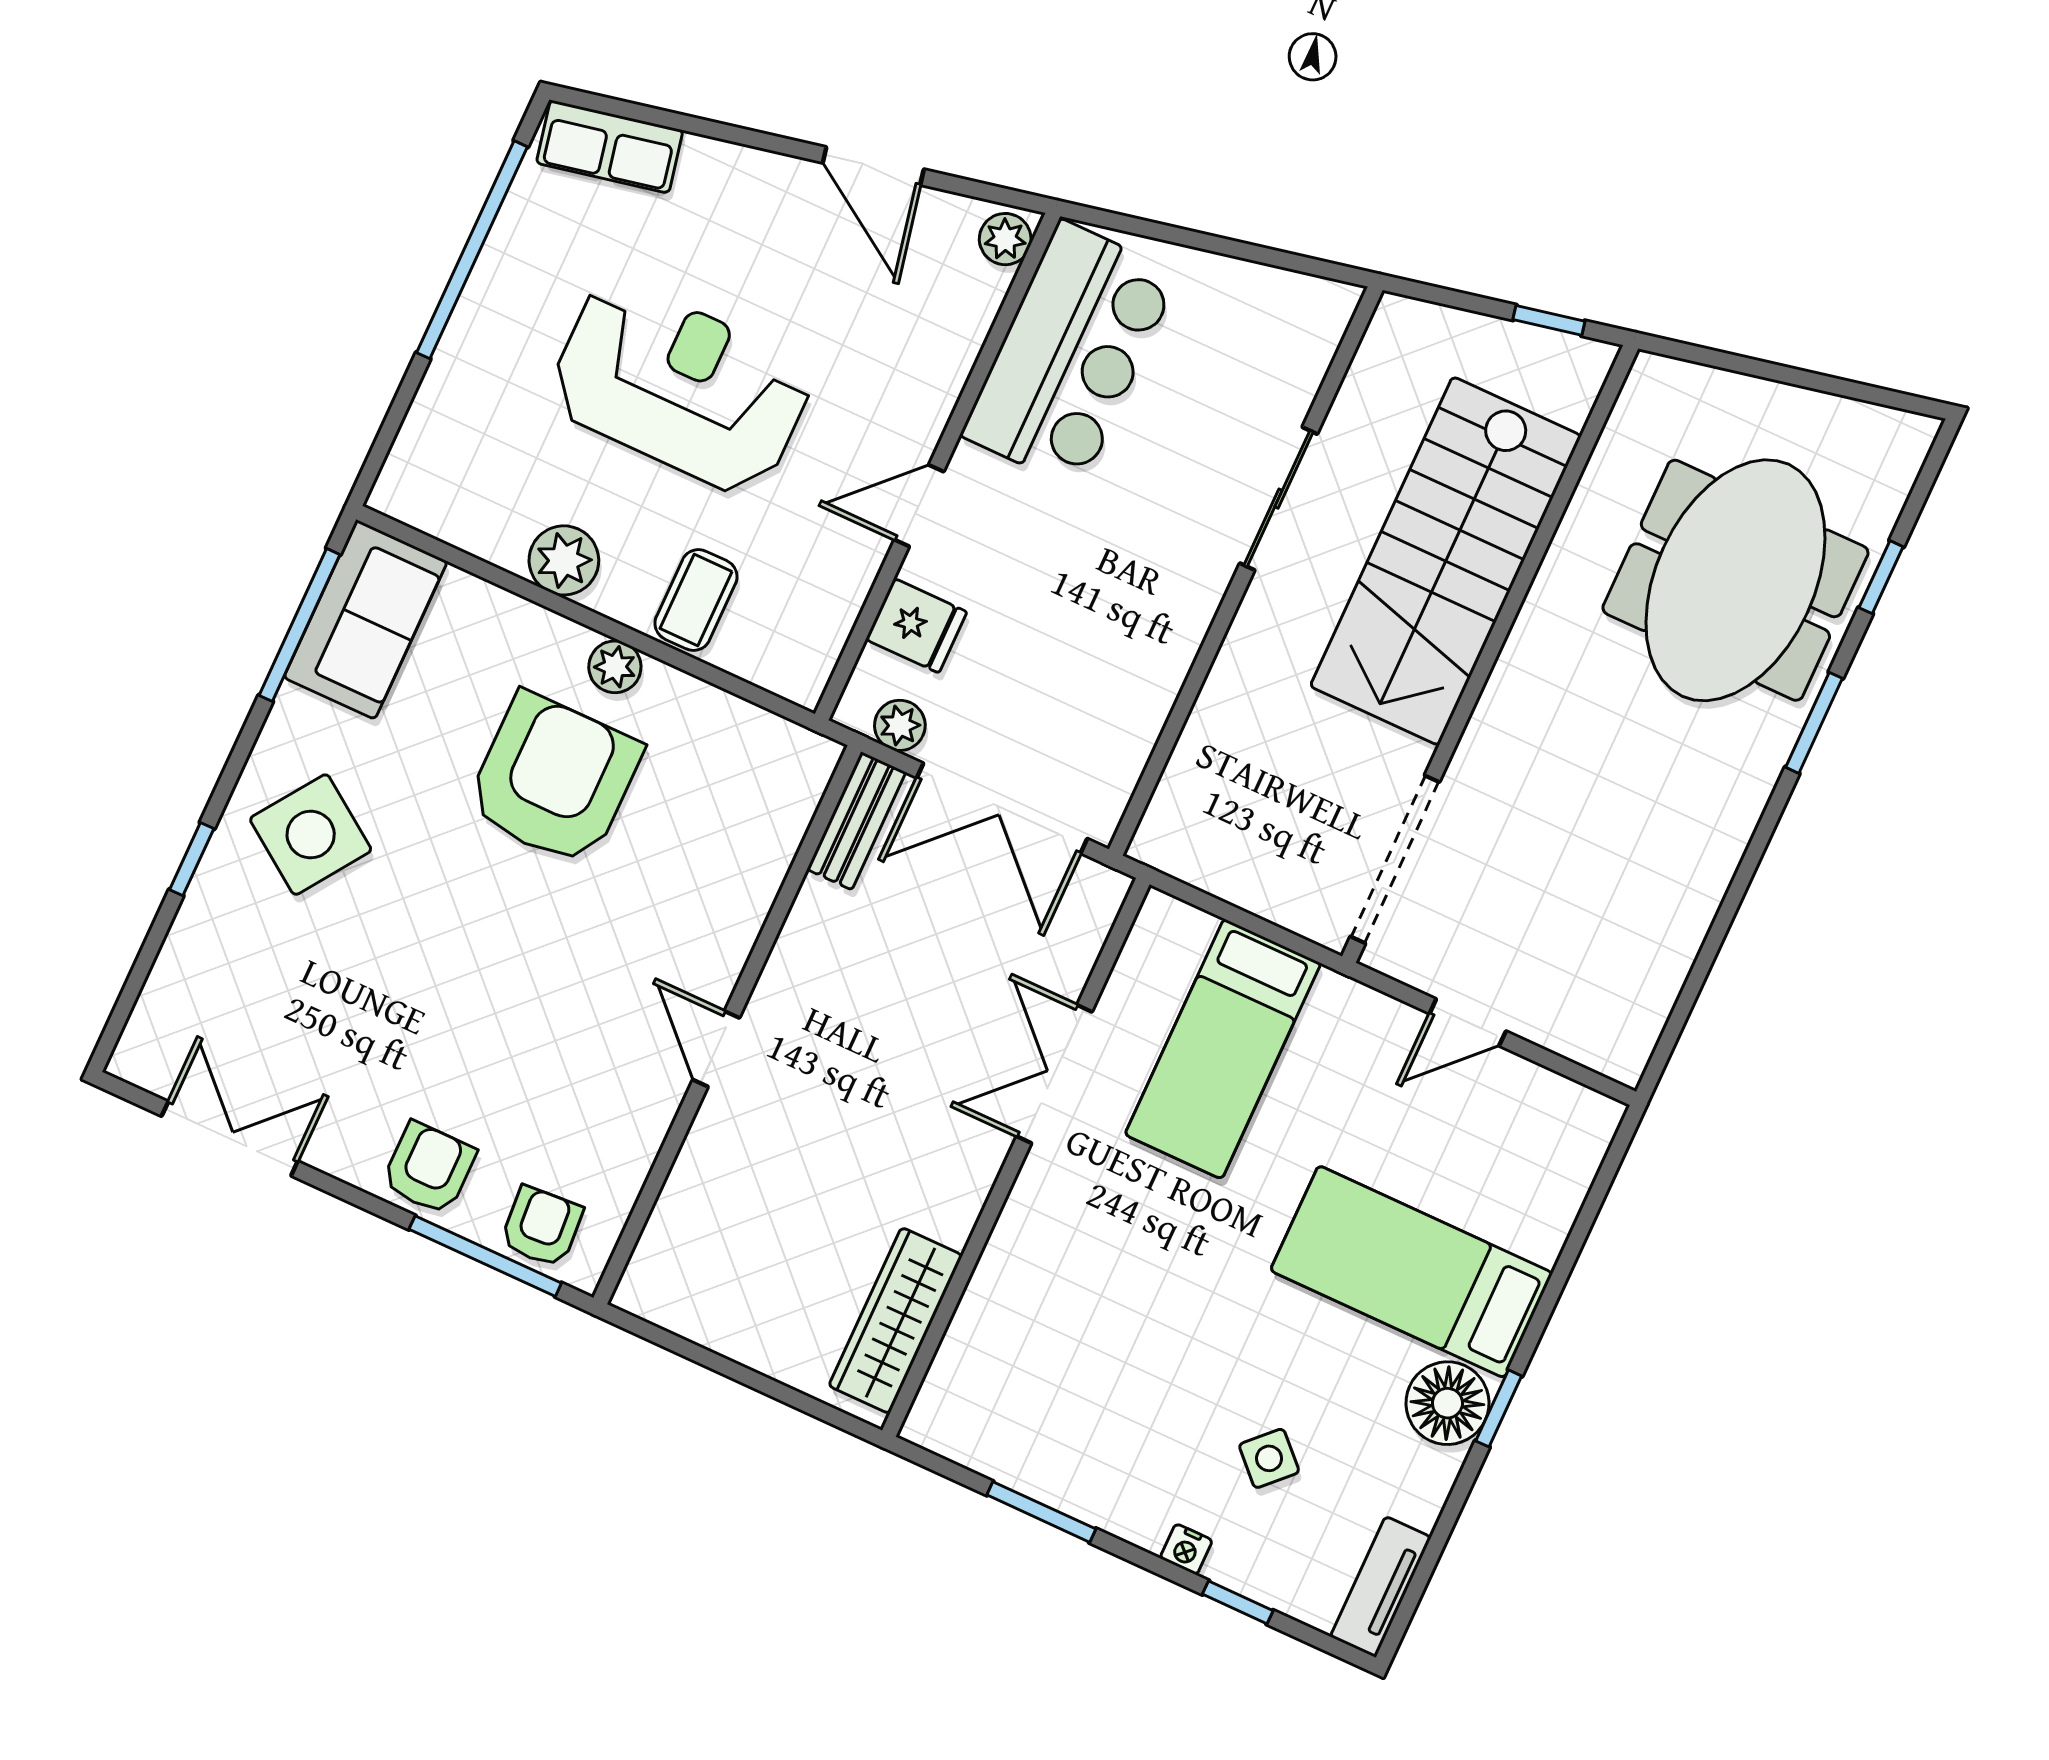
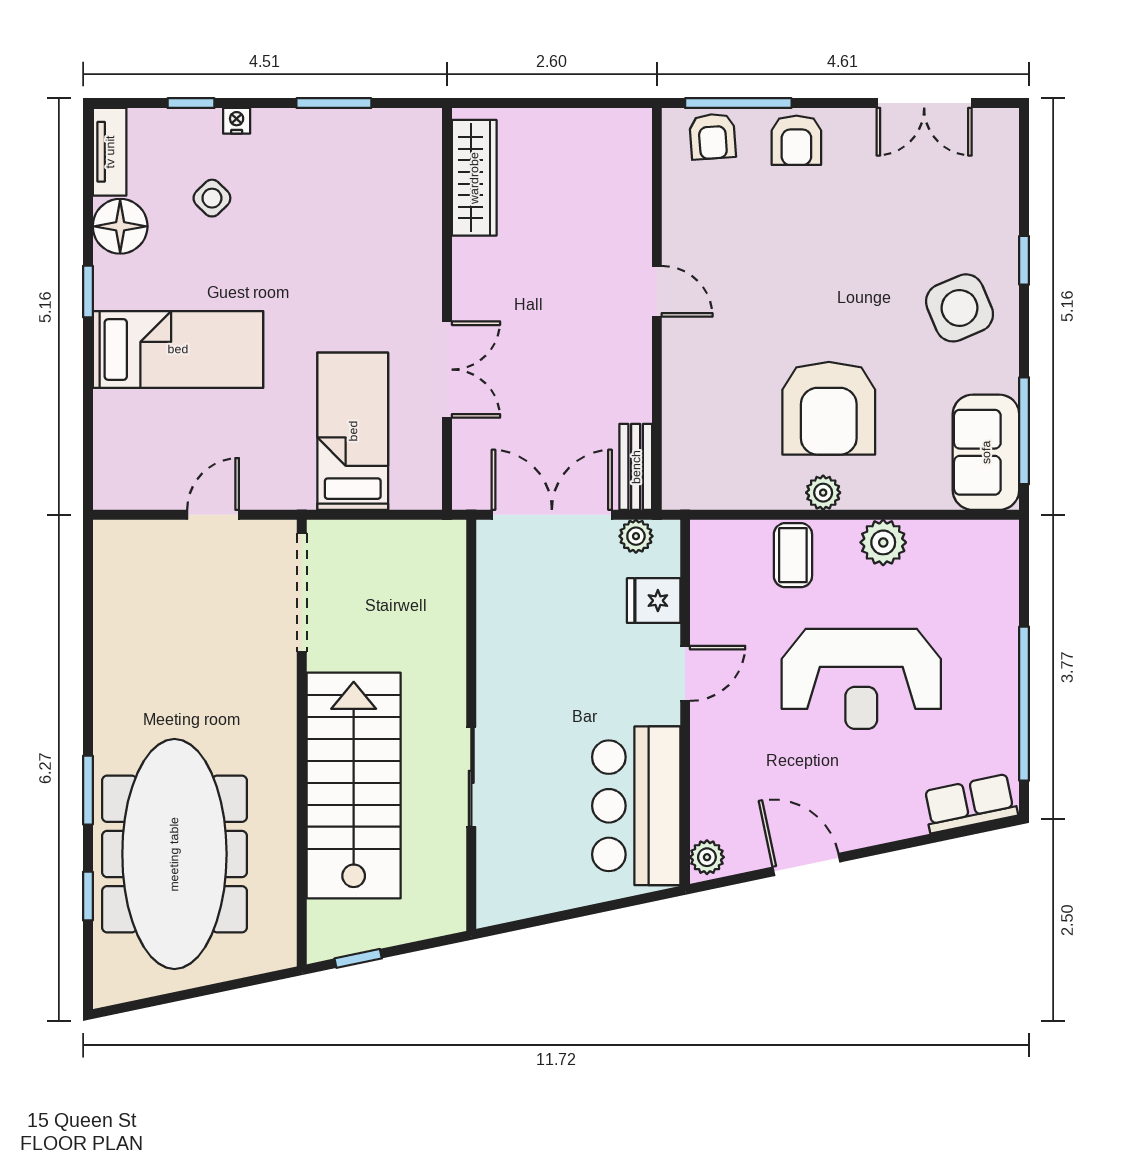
meeting table: (1735, 580) -> (174, 854), width x1.36
side table: (311, 835) -> (960, 308), turned 32
floor lamp: (1447, 1403) -> (120, 226), moved

